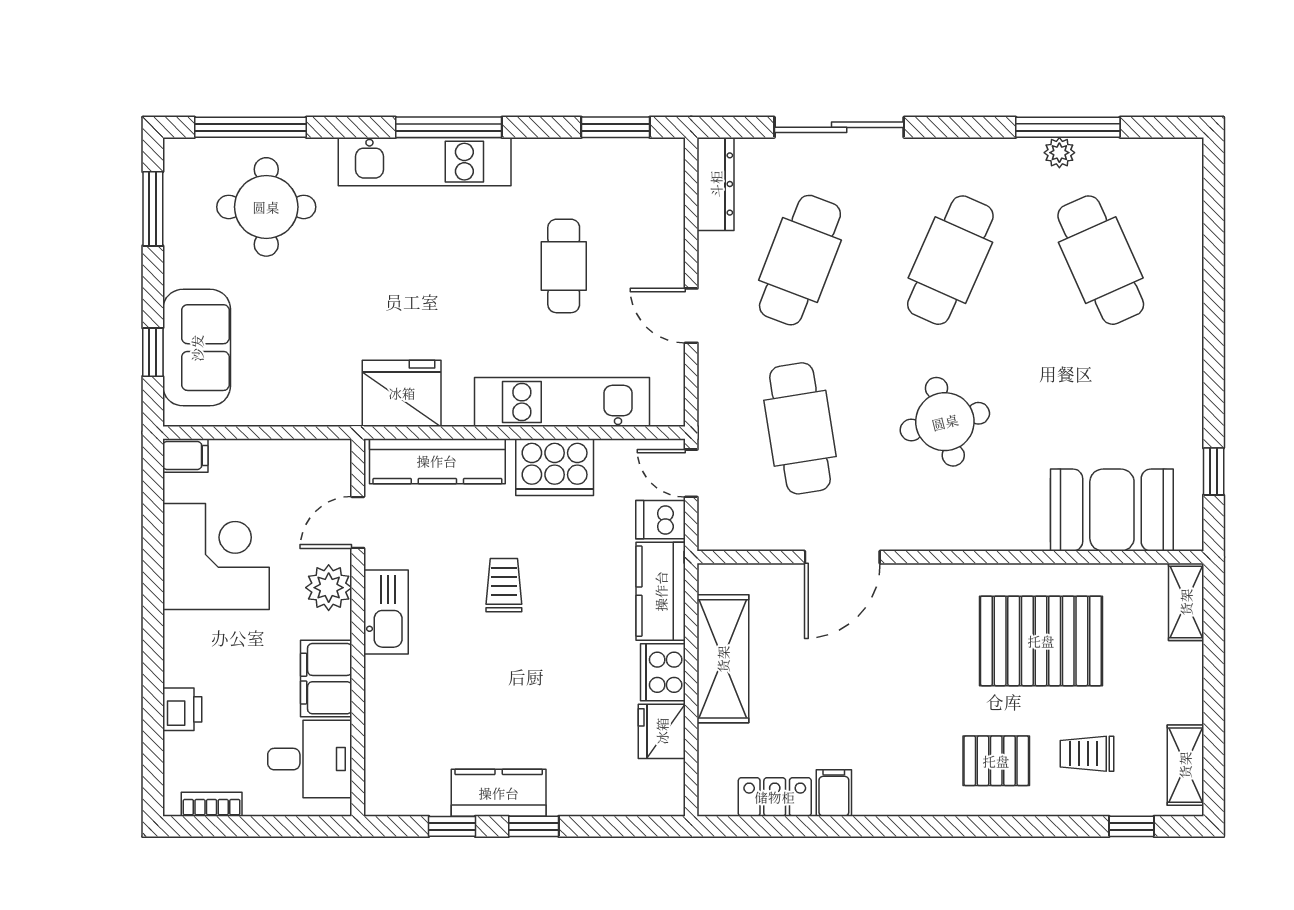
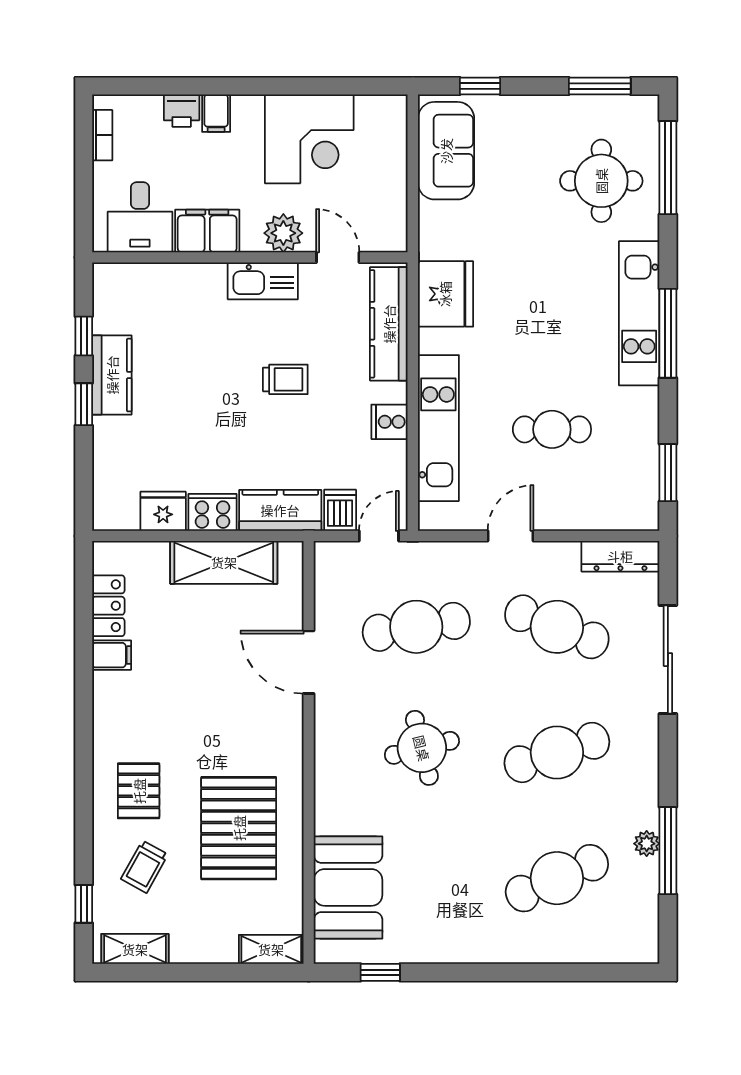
cafe table: (950, 260) -> (557, 752), turned -42
sofa: (197, 348) -> (446, 151), moved, turned -90
filing cabinet: (185, 455) -> (216, 113), moved
cooker: (555, 467) -> (389, 422), width x0.53, depth x0.76
trolley: (1087, 754) -> (144, 867), turned -151

